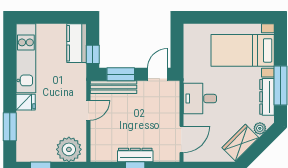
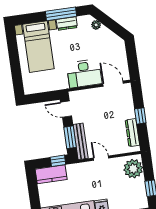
dresser: (267, 97) -> (67, 24), width x0.70
desk: (200, 99) -> (84, 73), width x1.37
wardrobe: (240, 143) -> (109, 38), removed
dresser: (135, 155) -> (132, 133), moved

